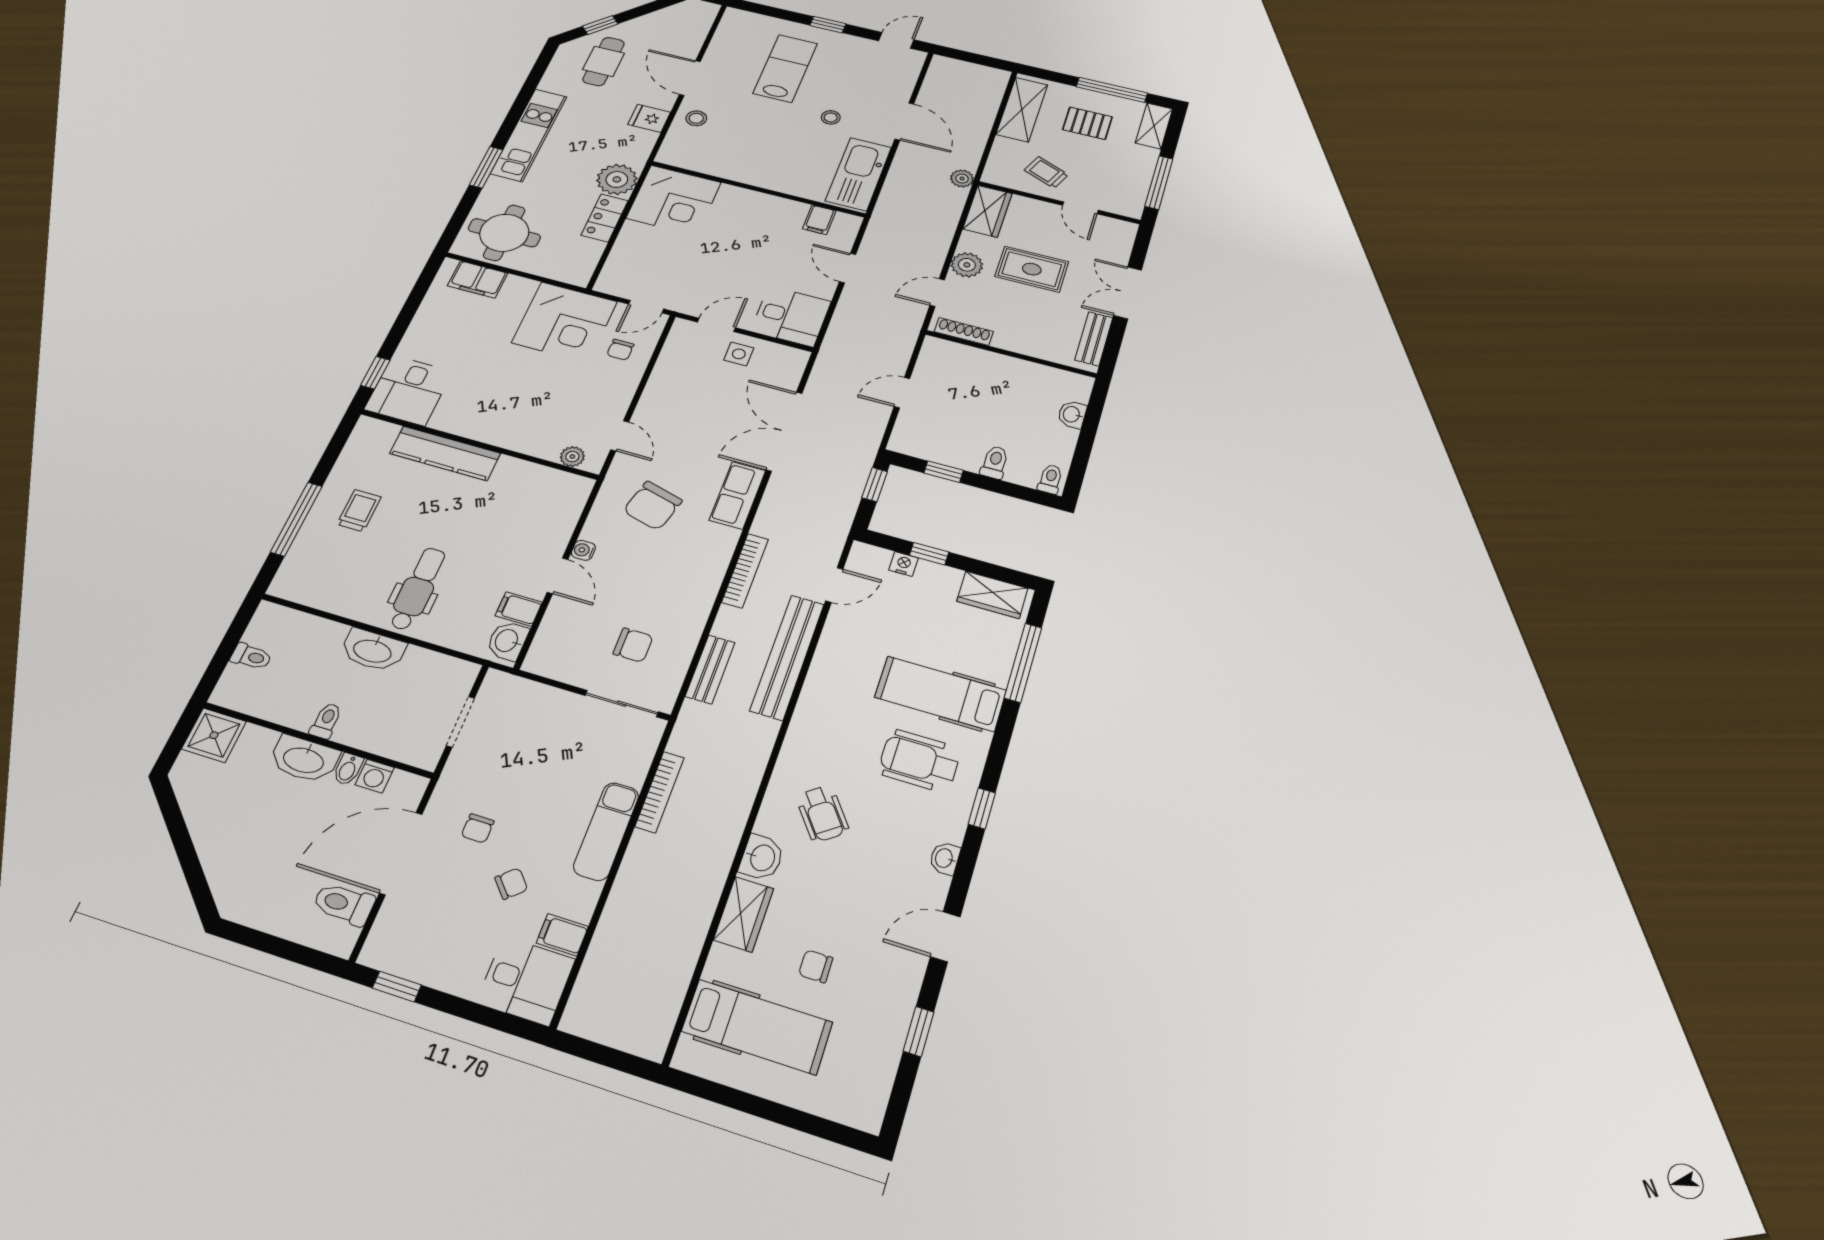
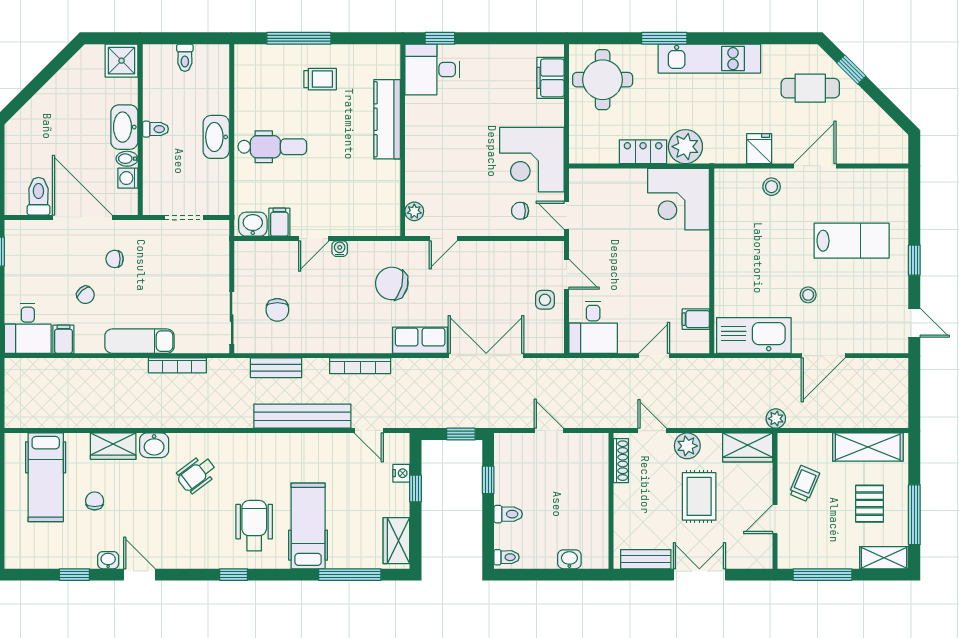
washbasin: (945, 858) -> (108, 560), moved

